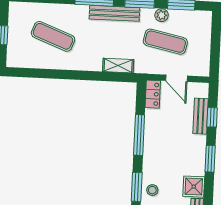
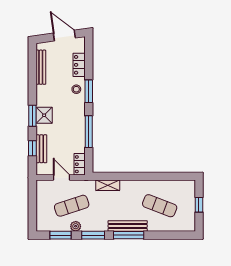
bench: (114, 13) -> (128, 226), moved
exercise mat: (165, 42) -> (72, 206), turned -30
shower: (194, 187) -> (44, 115), moved

